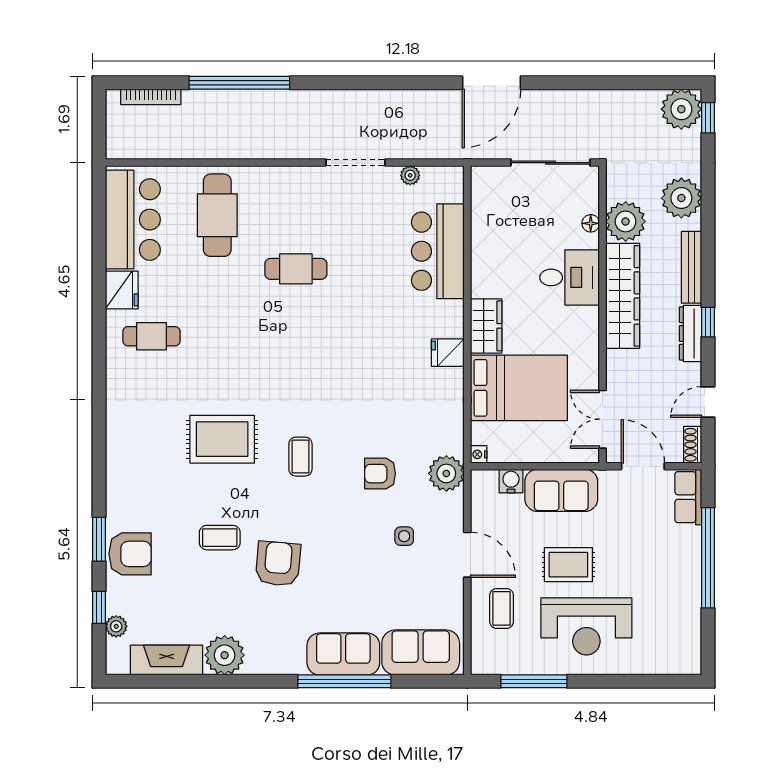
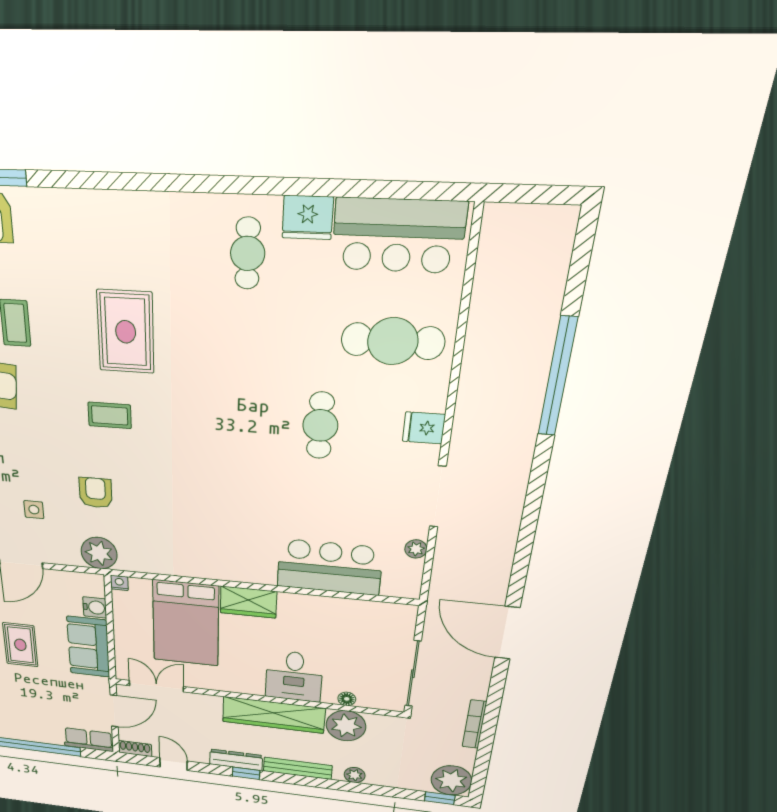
bookcase: (151, 97) -> (474, 724), moved
plant: (681, 198) -> (355, 775), width x0.53, depth x0.53
fridge: (448, 353) -> (424, 428), moved, turned -90

